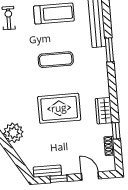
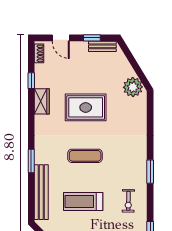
shoe rack: (109, 146) -> (39, 53), moved

